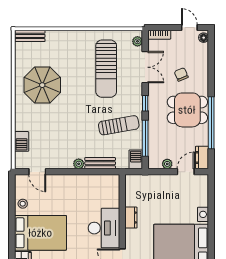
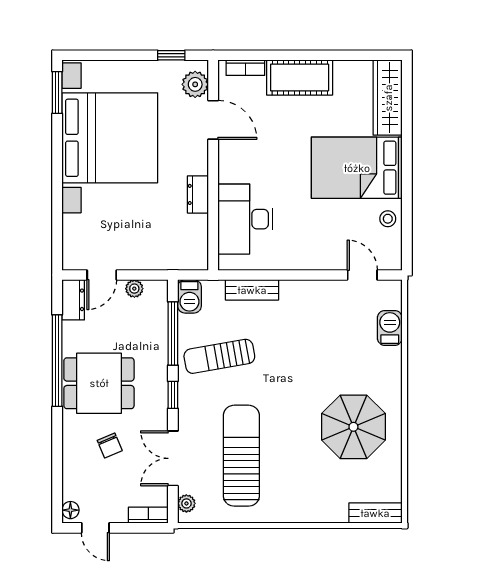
plant: (79, 164) -> (290, 289), removed
desk: (104, 228) -> (245, 219), moved

